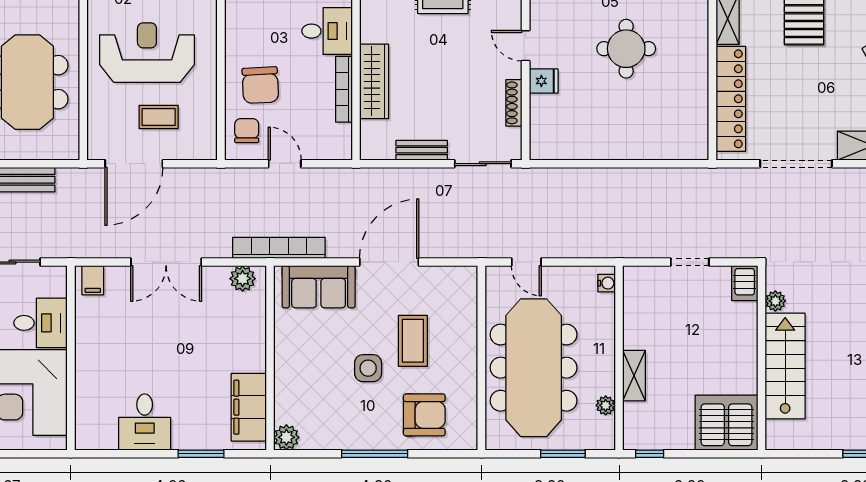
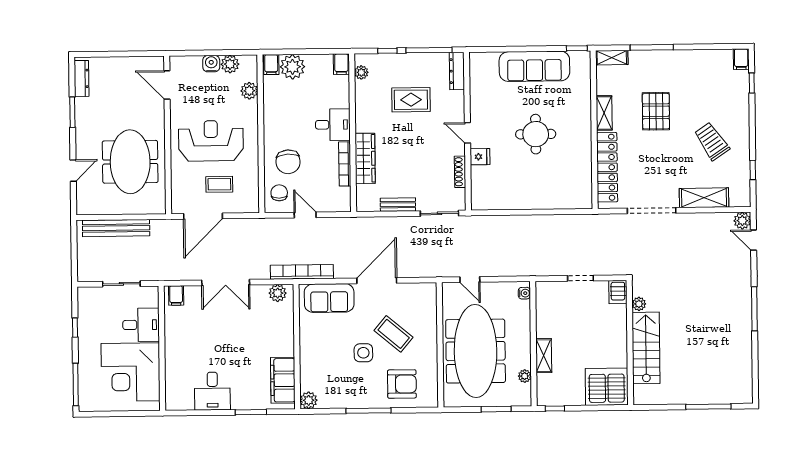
coffee table: (413, 341) -> (394, 334), turned -50

